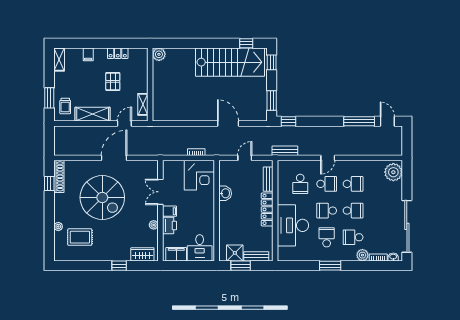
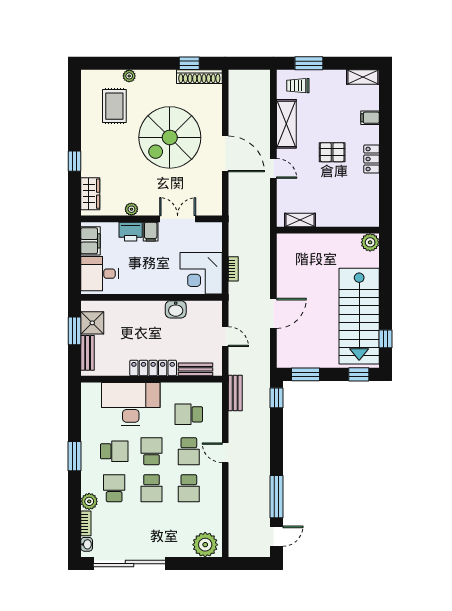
plant: (159, 54) -> (370, 242), moved
wall: (150, 84) -> (328, 230), moved
shelving: (143, 104) -> (300, 220), moved

